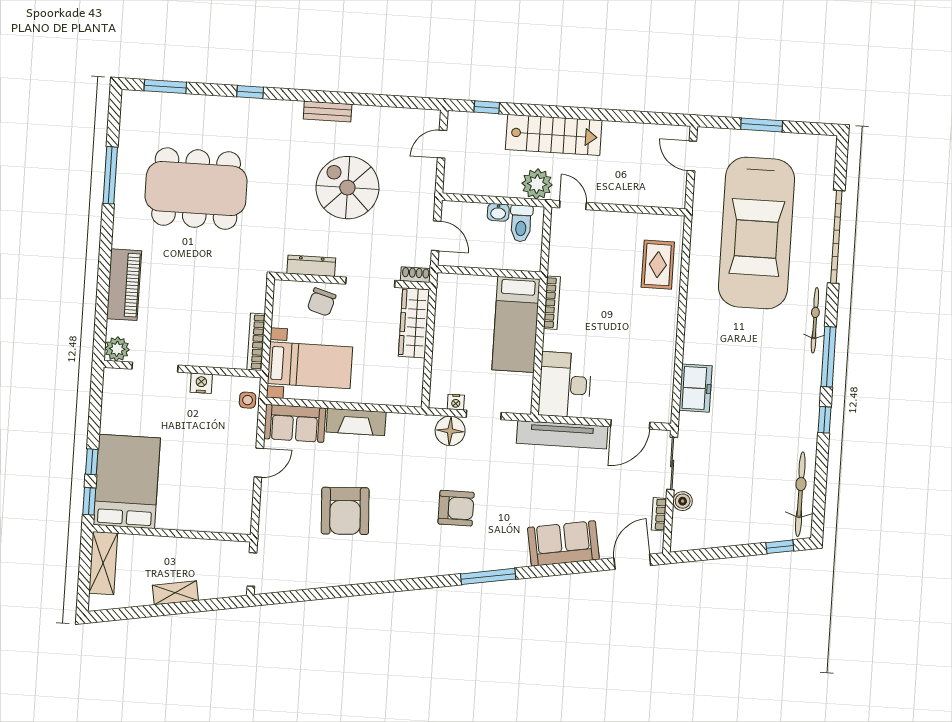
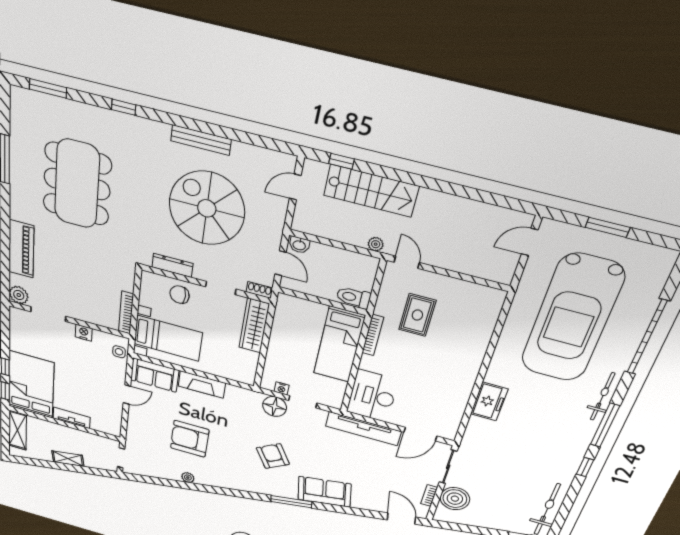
bench: (328, 112) -> (201, 140), width x1.36
stairs: (554, 135) -> (371, 191), moved
door: (692, 156) -> (530, 242), hinge flipped
plant: (537, 184) -> (376, 244), width x0.53, depth x0.53
spiral stairs: (347, 188) -> (207, 208), width x1.37, depth x1.37
dining table: (196, 189) -> (77, 184), turned 90
washbasin: (498, 212) -> (299, 245), moved
toilet: (521, 223) -> (354, 298), moved, turned 90
rug: (658, 265) -> (417, 315), moved
doorway: (370, 282) -> (221, 288), width x0.73
chair: (322, 302) -> (180, 295), turned 74
freezer: (696, 388) -> (489, 402), moved
boiler: (683, 501) -> (455, 499), width x1.86, depth x1.86
armchair: (456, 508) -> (273, 456), turned -121
armchair: (345, 511) -> (190, 439), turned 93
tv unit: (182, 521) -> (72, 418), added
sofa: (563, 543) -> (324, 492), moved
door: (632, 562) -> (401, 519), hinge flipped
plant: (346, 576) -> (188, 478), added

